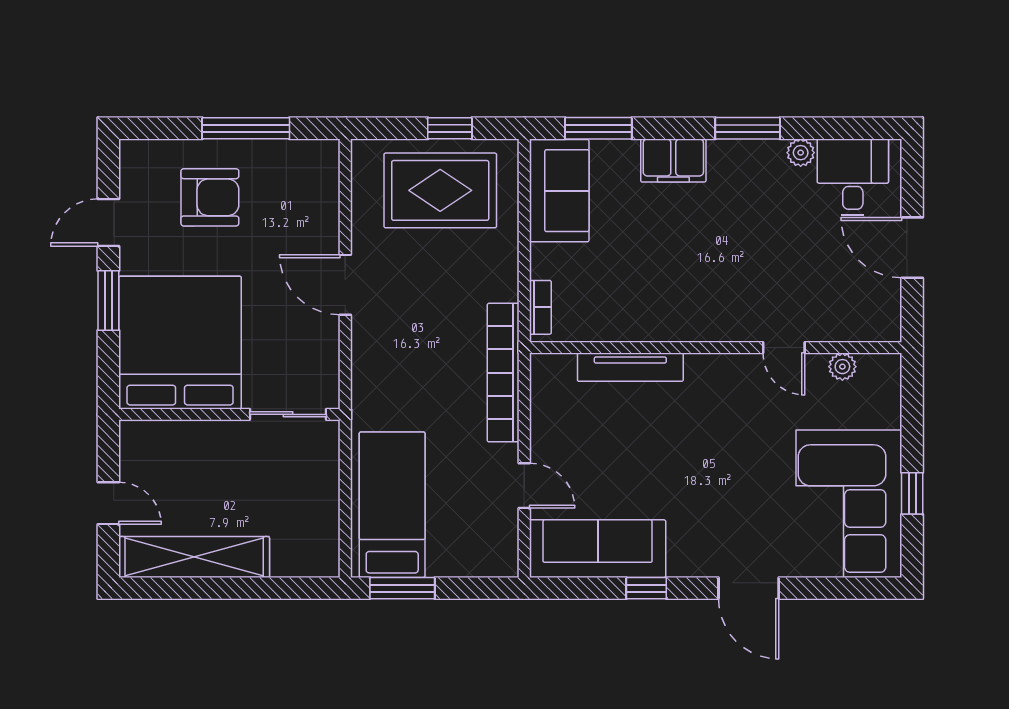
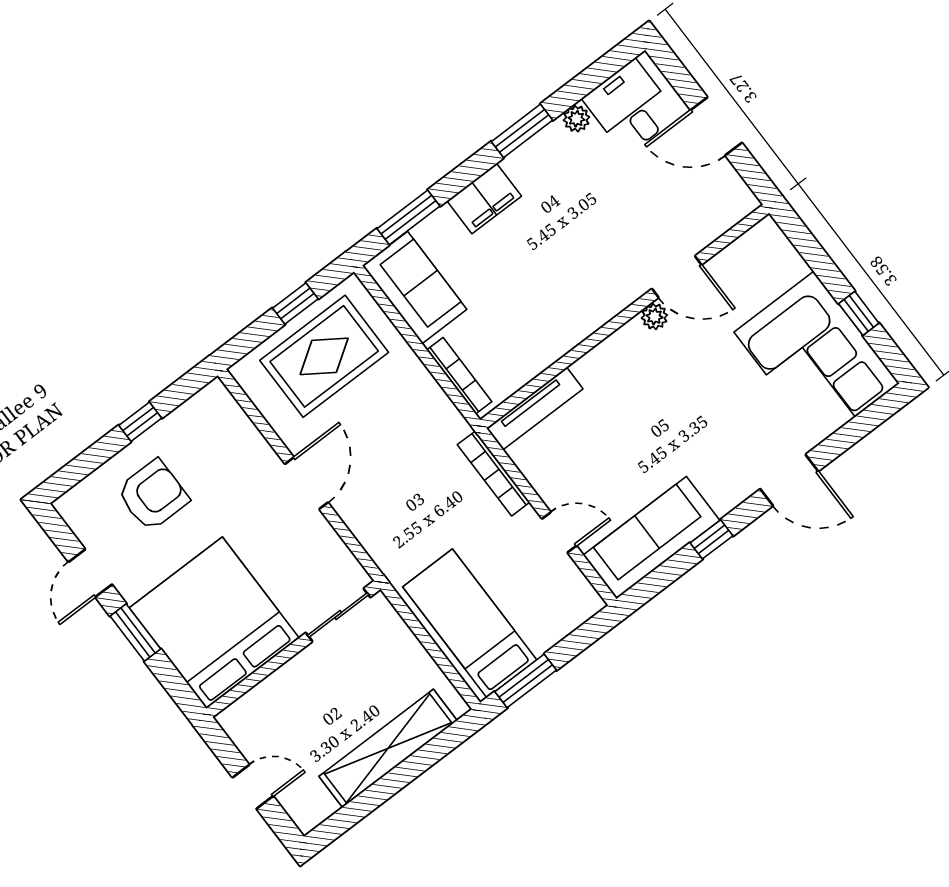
window: (246, 128) -> (140, 422), width x0.46
door: (345, 285) -> (307, 483), swing flipped
bookcase: (540, 307) -> (459, 376), width x1.56
door: (784, 348) -> (677, 277), width x1.37
tv unit: (630, 367) -> (535, 409), moved
plant: (842, 367) -> (654, 317), moved
bookcase: (503, 373) -> (494, 473), width x0.68, depth x0.76
shelving: (194, 557) -> (388, 748), moved

